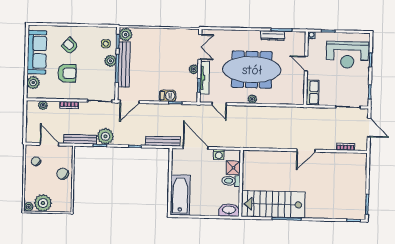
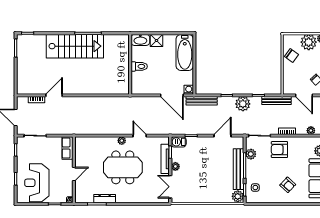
reception desk: (347, 55) -> (37, 183), turned -90
plant: (110, 61) -> (251, 154), moved
door: (306, 64) -> (74, 174), hinge flipped
meeting table: (252, 70) -> (123, 167), width x0.73
armchair: (67, 73) -> (279, 150), moved
barbecue: (167, 96) -> (179, 142), moved
door: (130, 102) -> (223, 136), moved
door: (219, 104) -> (140, 136), moved
plant: (105, 136) -> (243, 104), moved
door: (306, 150) -> (54, 95), moved
washing machine: (219, 155) -> (189, 90), moved
shower: (233, 168) -> (157, 40), moved
chair: (63, 174) -> (292, 56), moved
stairs: (273, 204) -> (75, 46), moved

